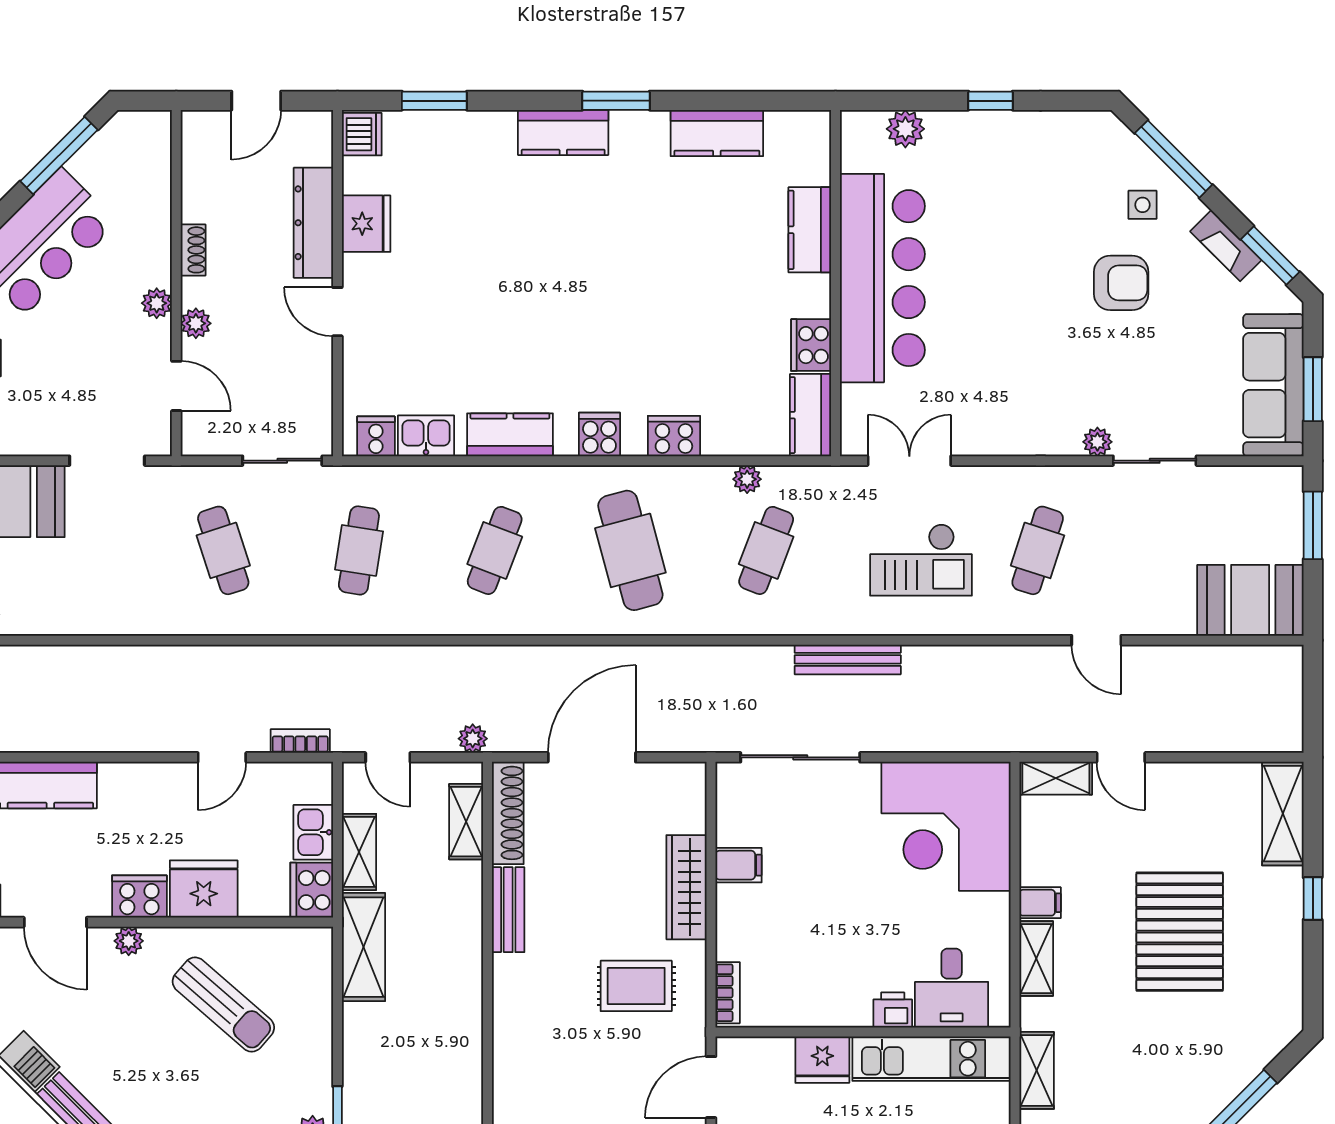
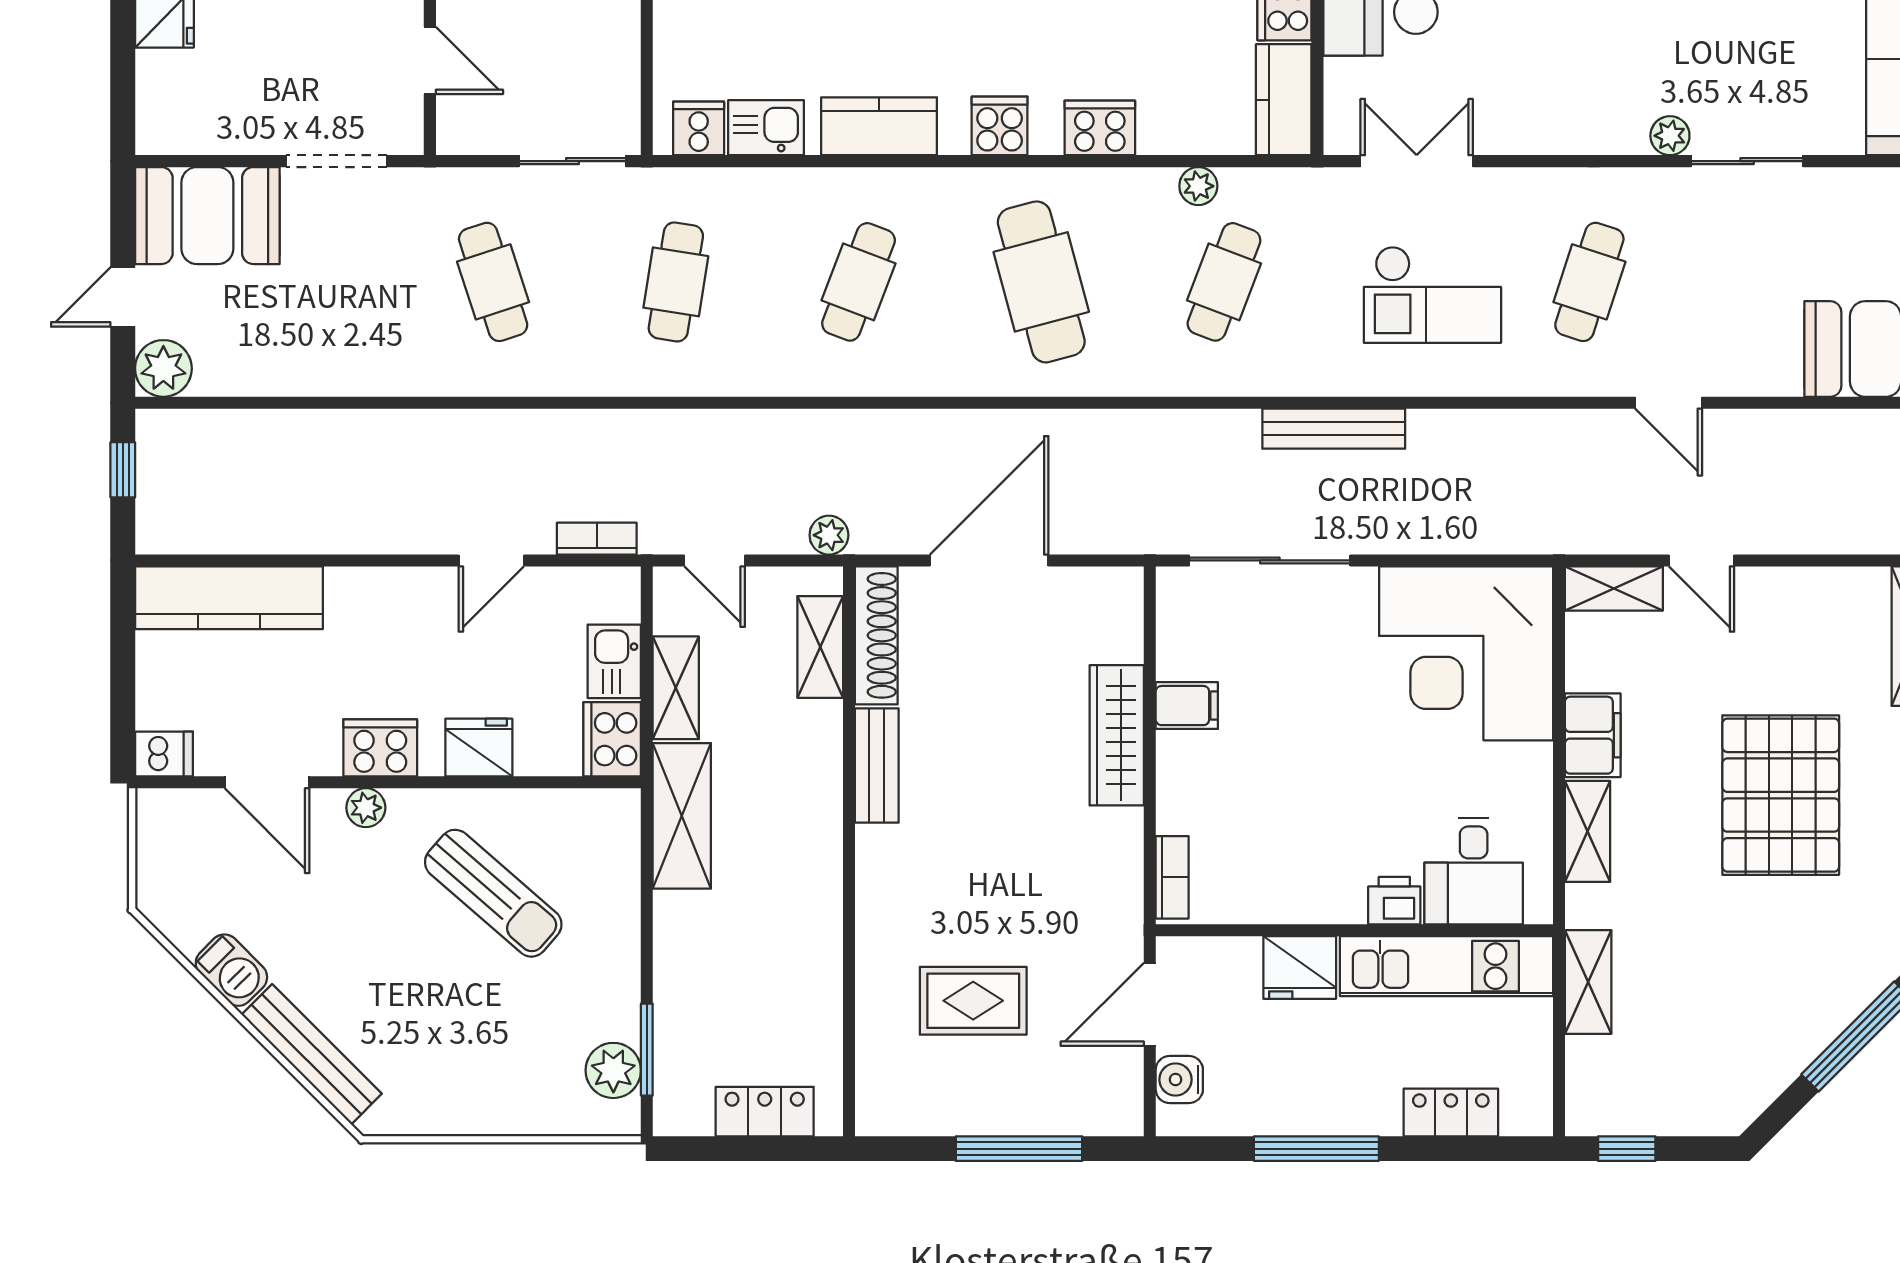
fridge: (204, 889) -> (479, 748), width x0.73, depth x0.75
filing cabinet: (1040, 903) -> (1593, 735), width x2.00
rug: (636, 986) -> (973, 1001), moved

